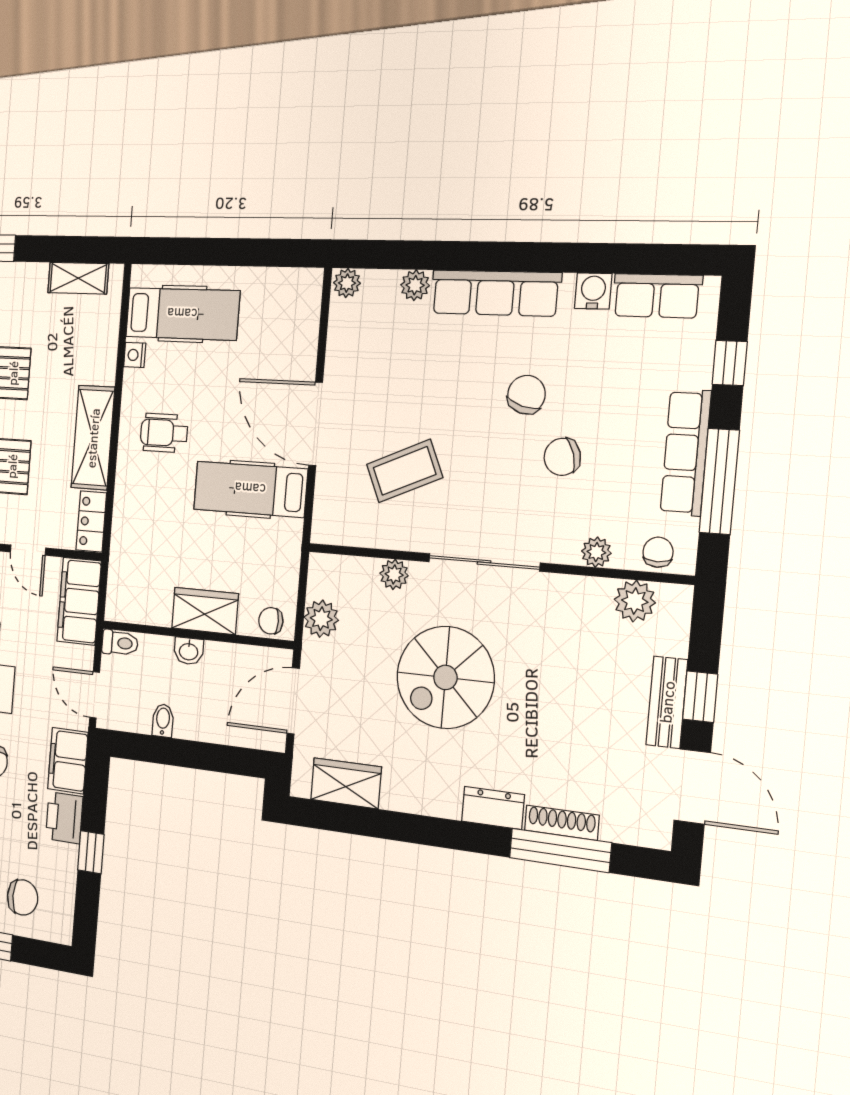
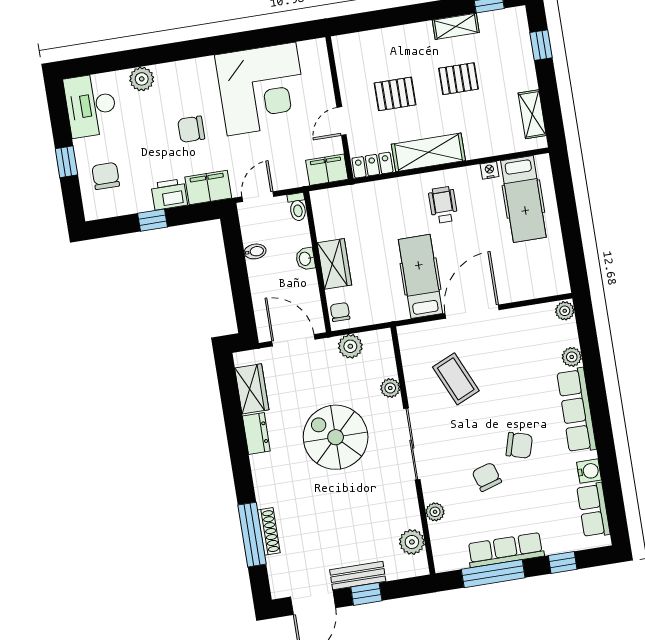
chair: (658, 552) -> (444, 548), removed
filing cabinet: (79, 601) -> (327, 170), width x0.67, depth x0.86
dresser: (493, 808) -> (256, 433), moved
chair: (23, 897) -> (106, 176), turned 180

